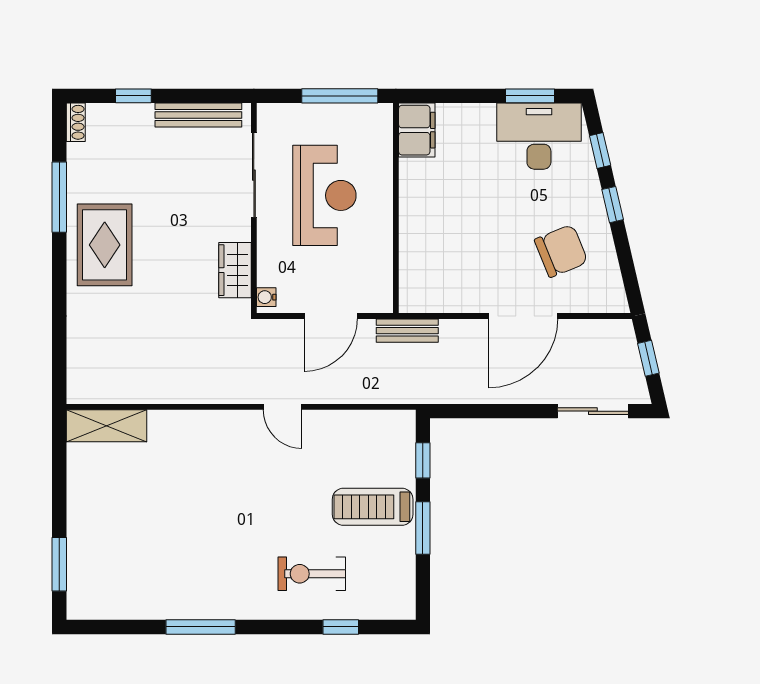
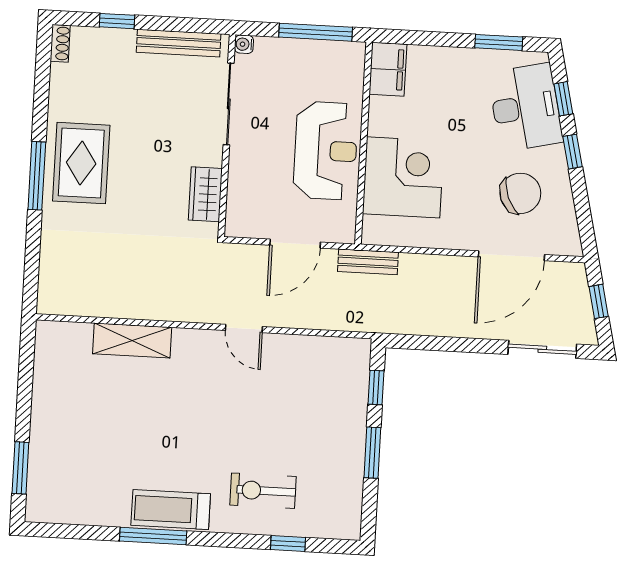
desk: (539, 136) -> (525, 107), moved, turned 77
reception desk: (324, 195) -> (326, 151), moved
window: (59, 197) -> (37, 176), moved
corner desk: (439, 241) -> (403, 177), added
water cooler: (266, 297) -> (244, 44), moved
door: (523, 316) -> (511, 256), moved
shelving: (107, 426) -> (132, 341), moved
treadmill: (373, 507) -> (171, 510), moved

